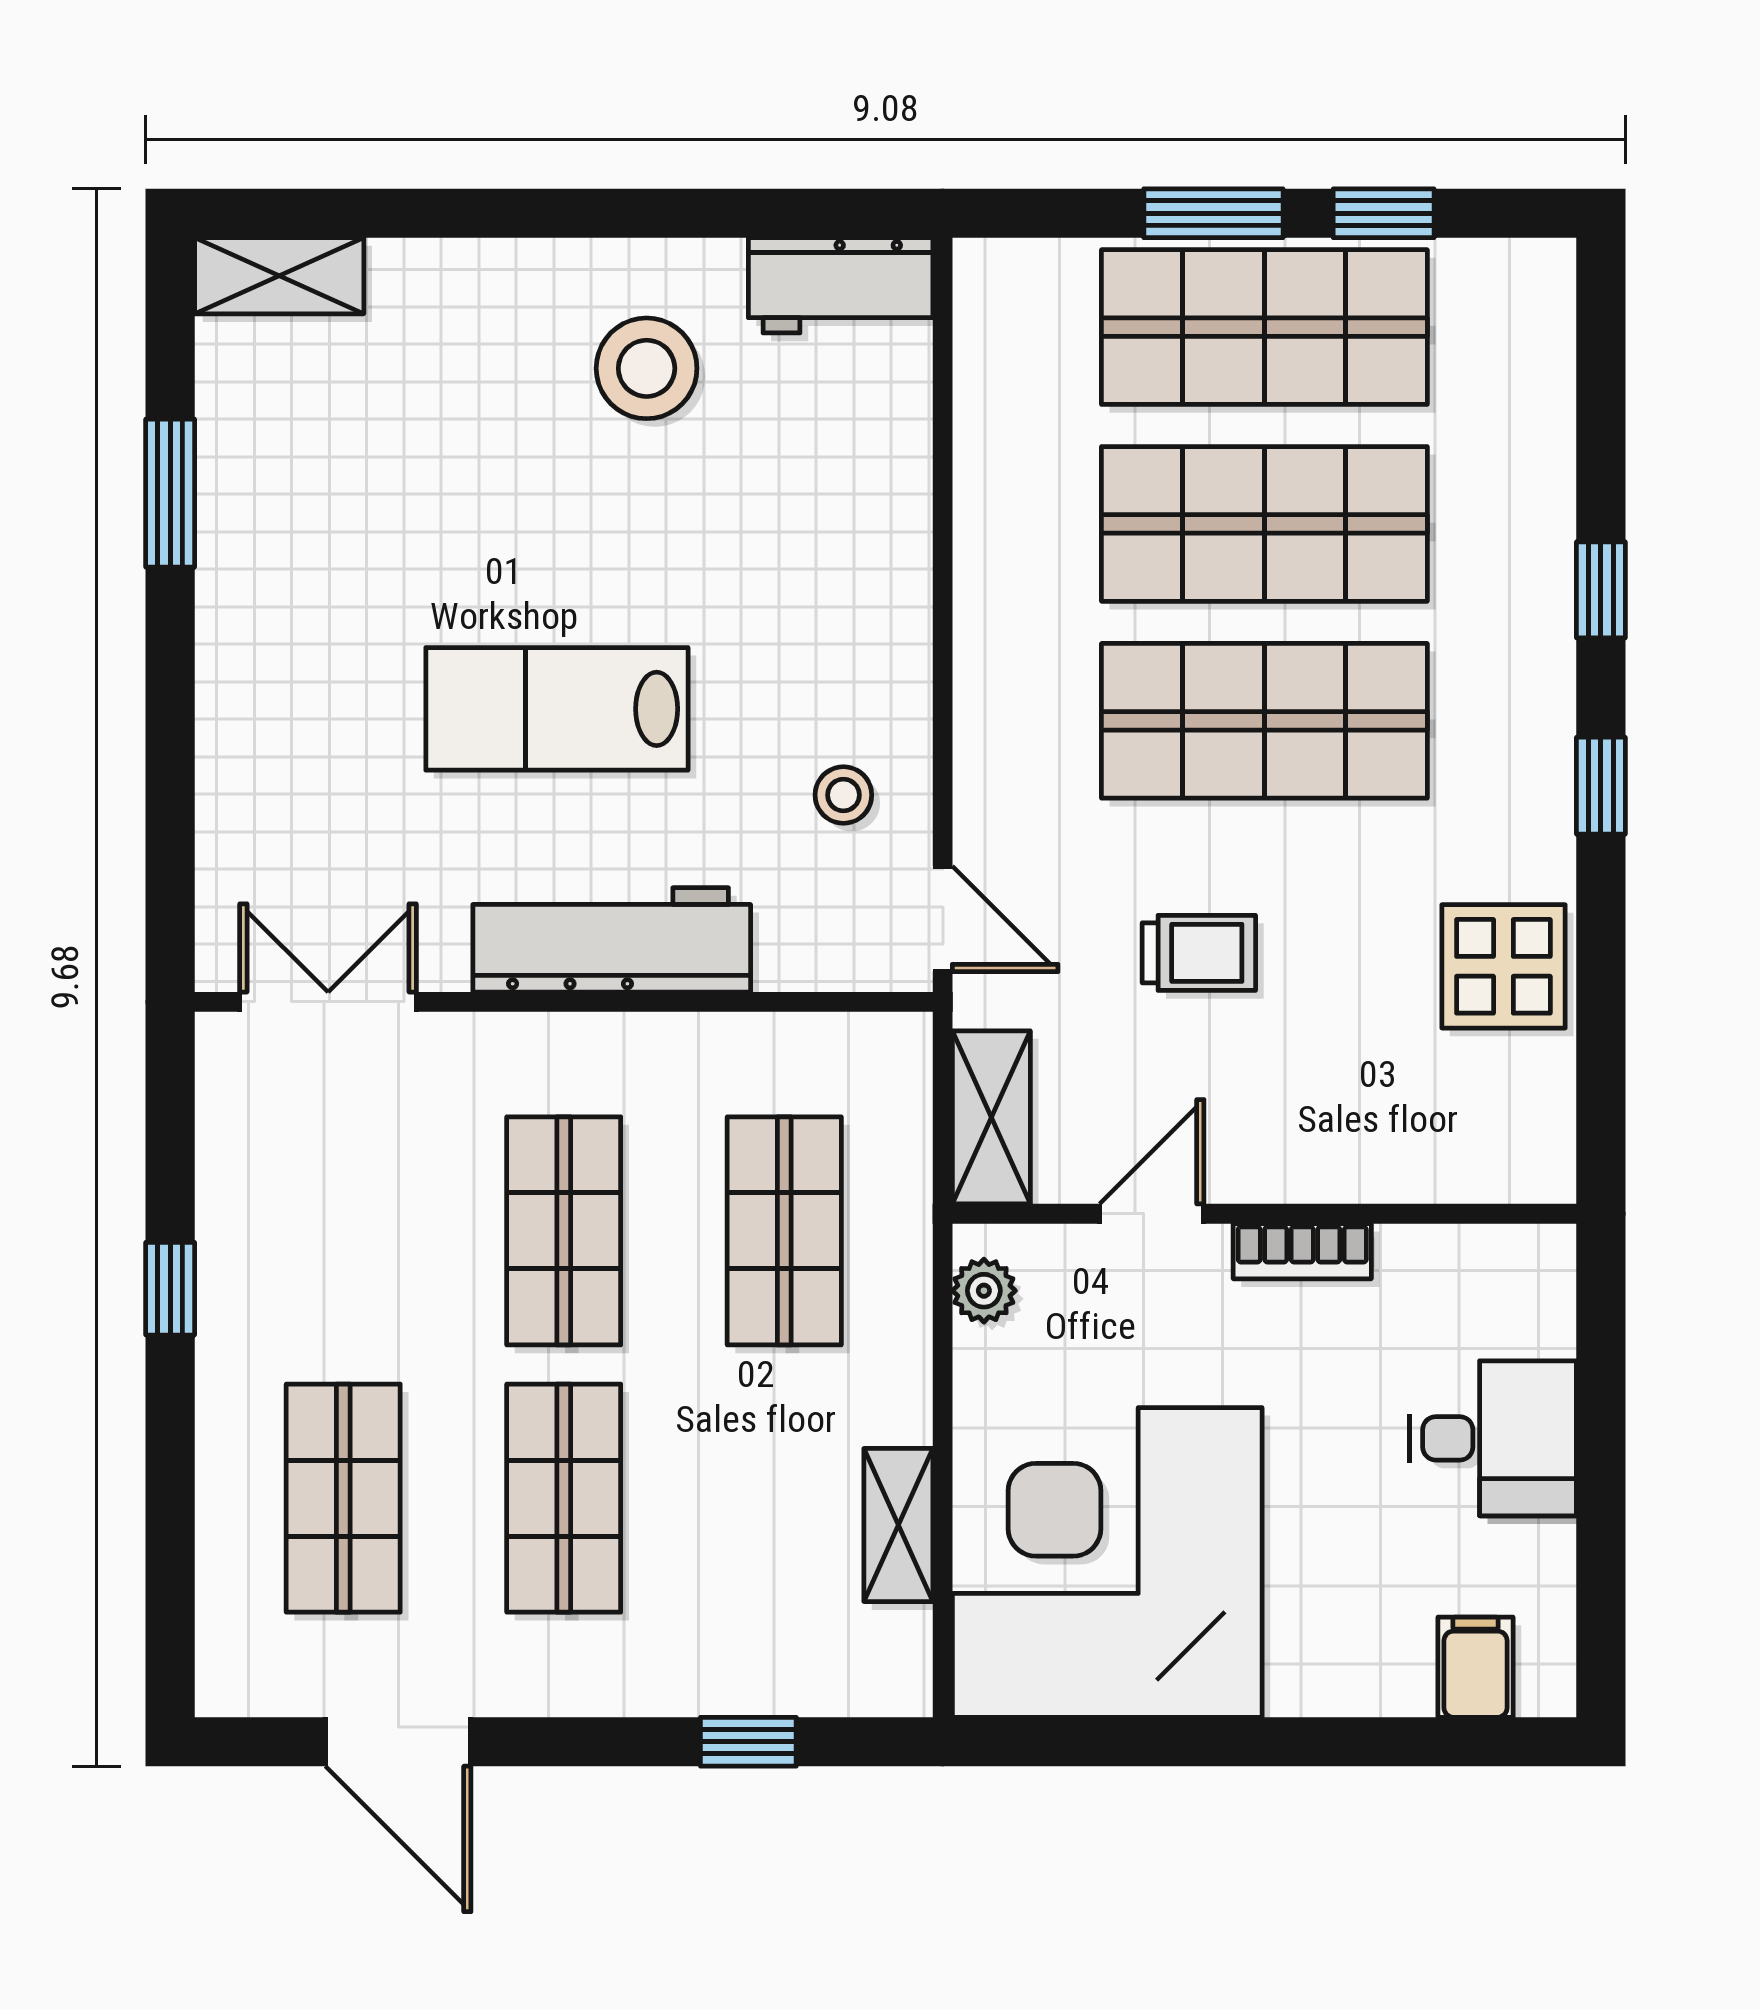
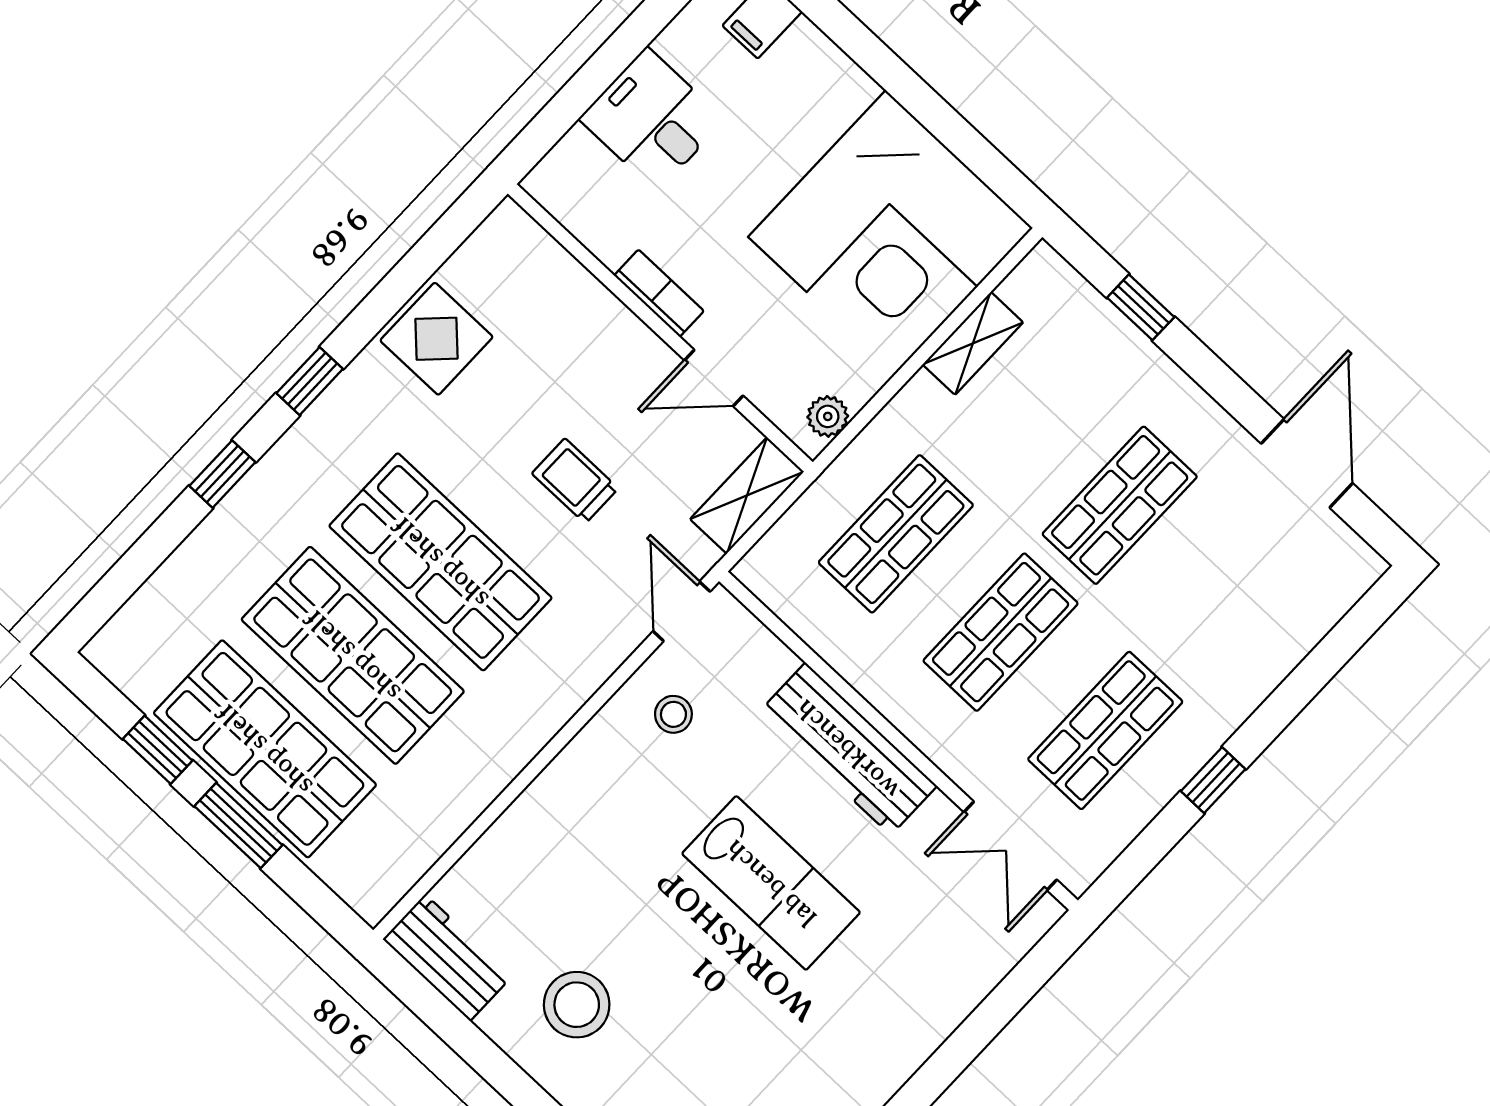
shop shelf: (343, 1498) -> (1105, 730), moved

